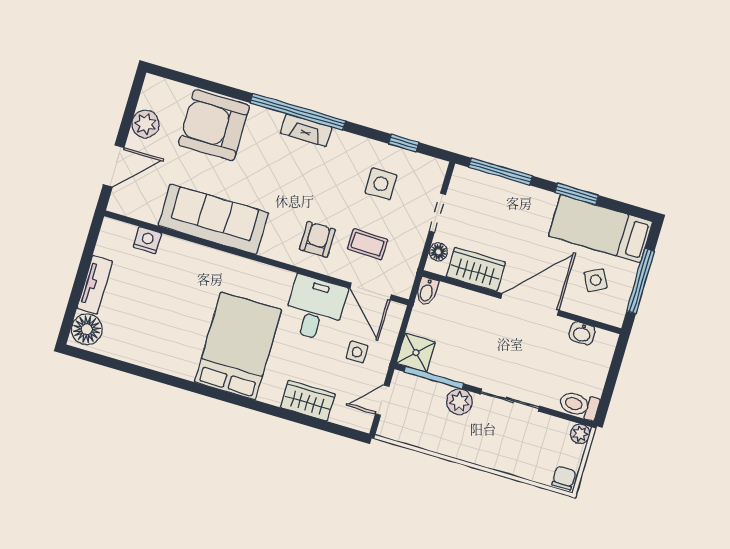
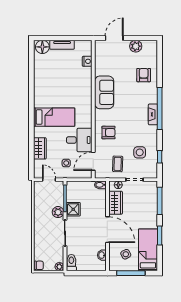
armchair: (214, 125) -> (144, 75), width x0.53, depth x0.53
door: (114, 166) -> (114, 38), swing flipped
sofa: (213, 219) -> (104, 92), width x0.73
coffee table: (367, 244) -> (118, 164), moved
bed: (238, 346) -> (54, 117), width x0.67
shower: (416, 353) -> (73, 209), moved

